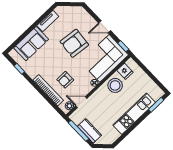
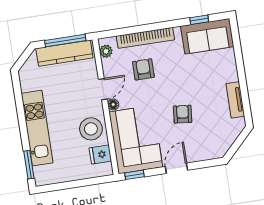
armchair: (74, 43) -> (183, 114), width x0.53, depth x0.53
sofa: (31, 44) -> (207, 36), moved, turned -90
door: (81, 102) -> (103, 89), moved
kitchen counter: (89, 131) -> (64, 53), width x1.50

